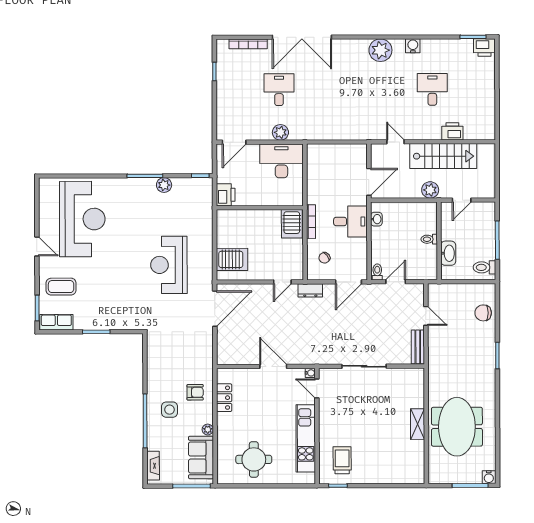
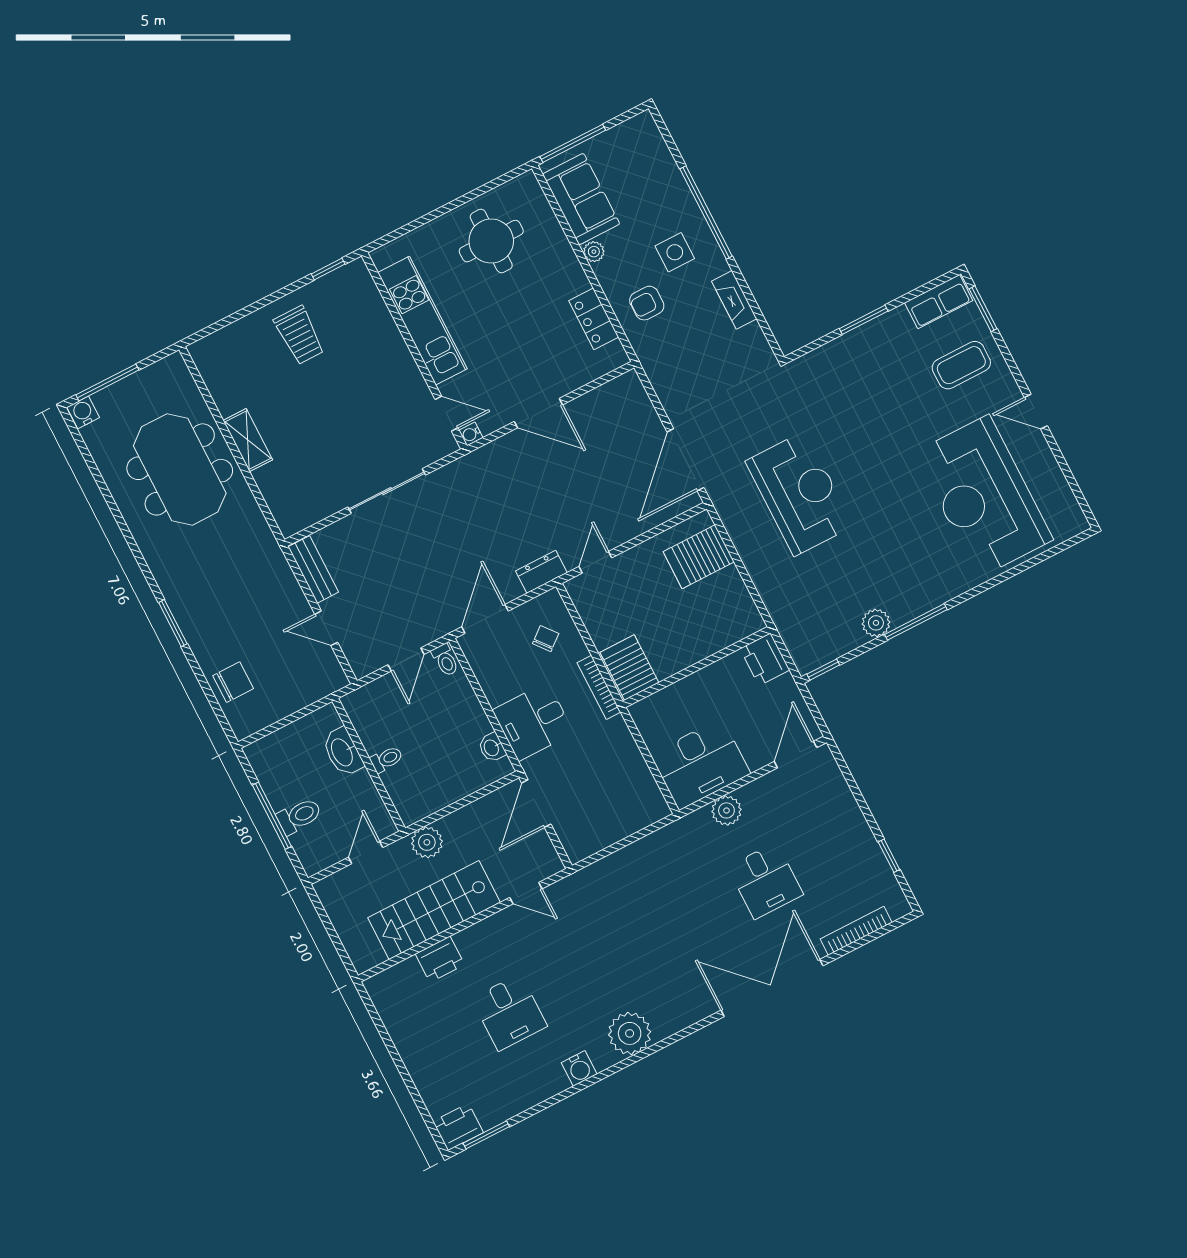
toilet: (484, 267) -> (299, 816), moved
trolley: (342, 460) -> (299, 335), moved
fireplace: (153, 466) -> (734, 300), moved

